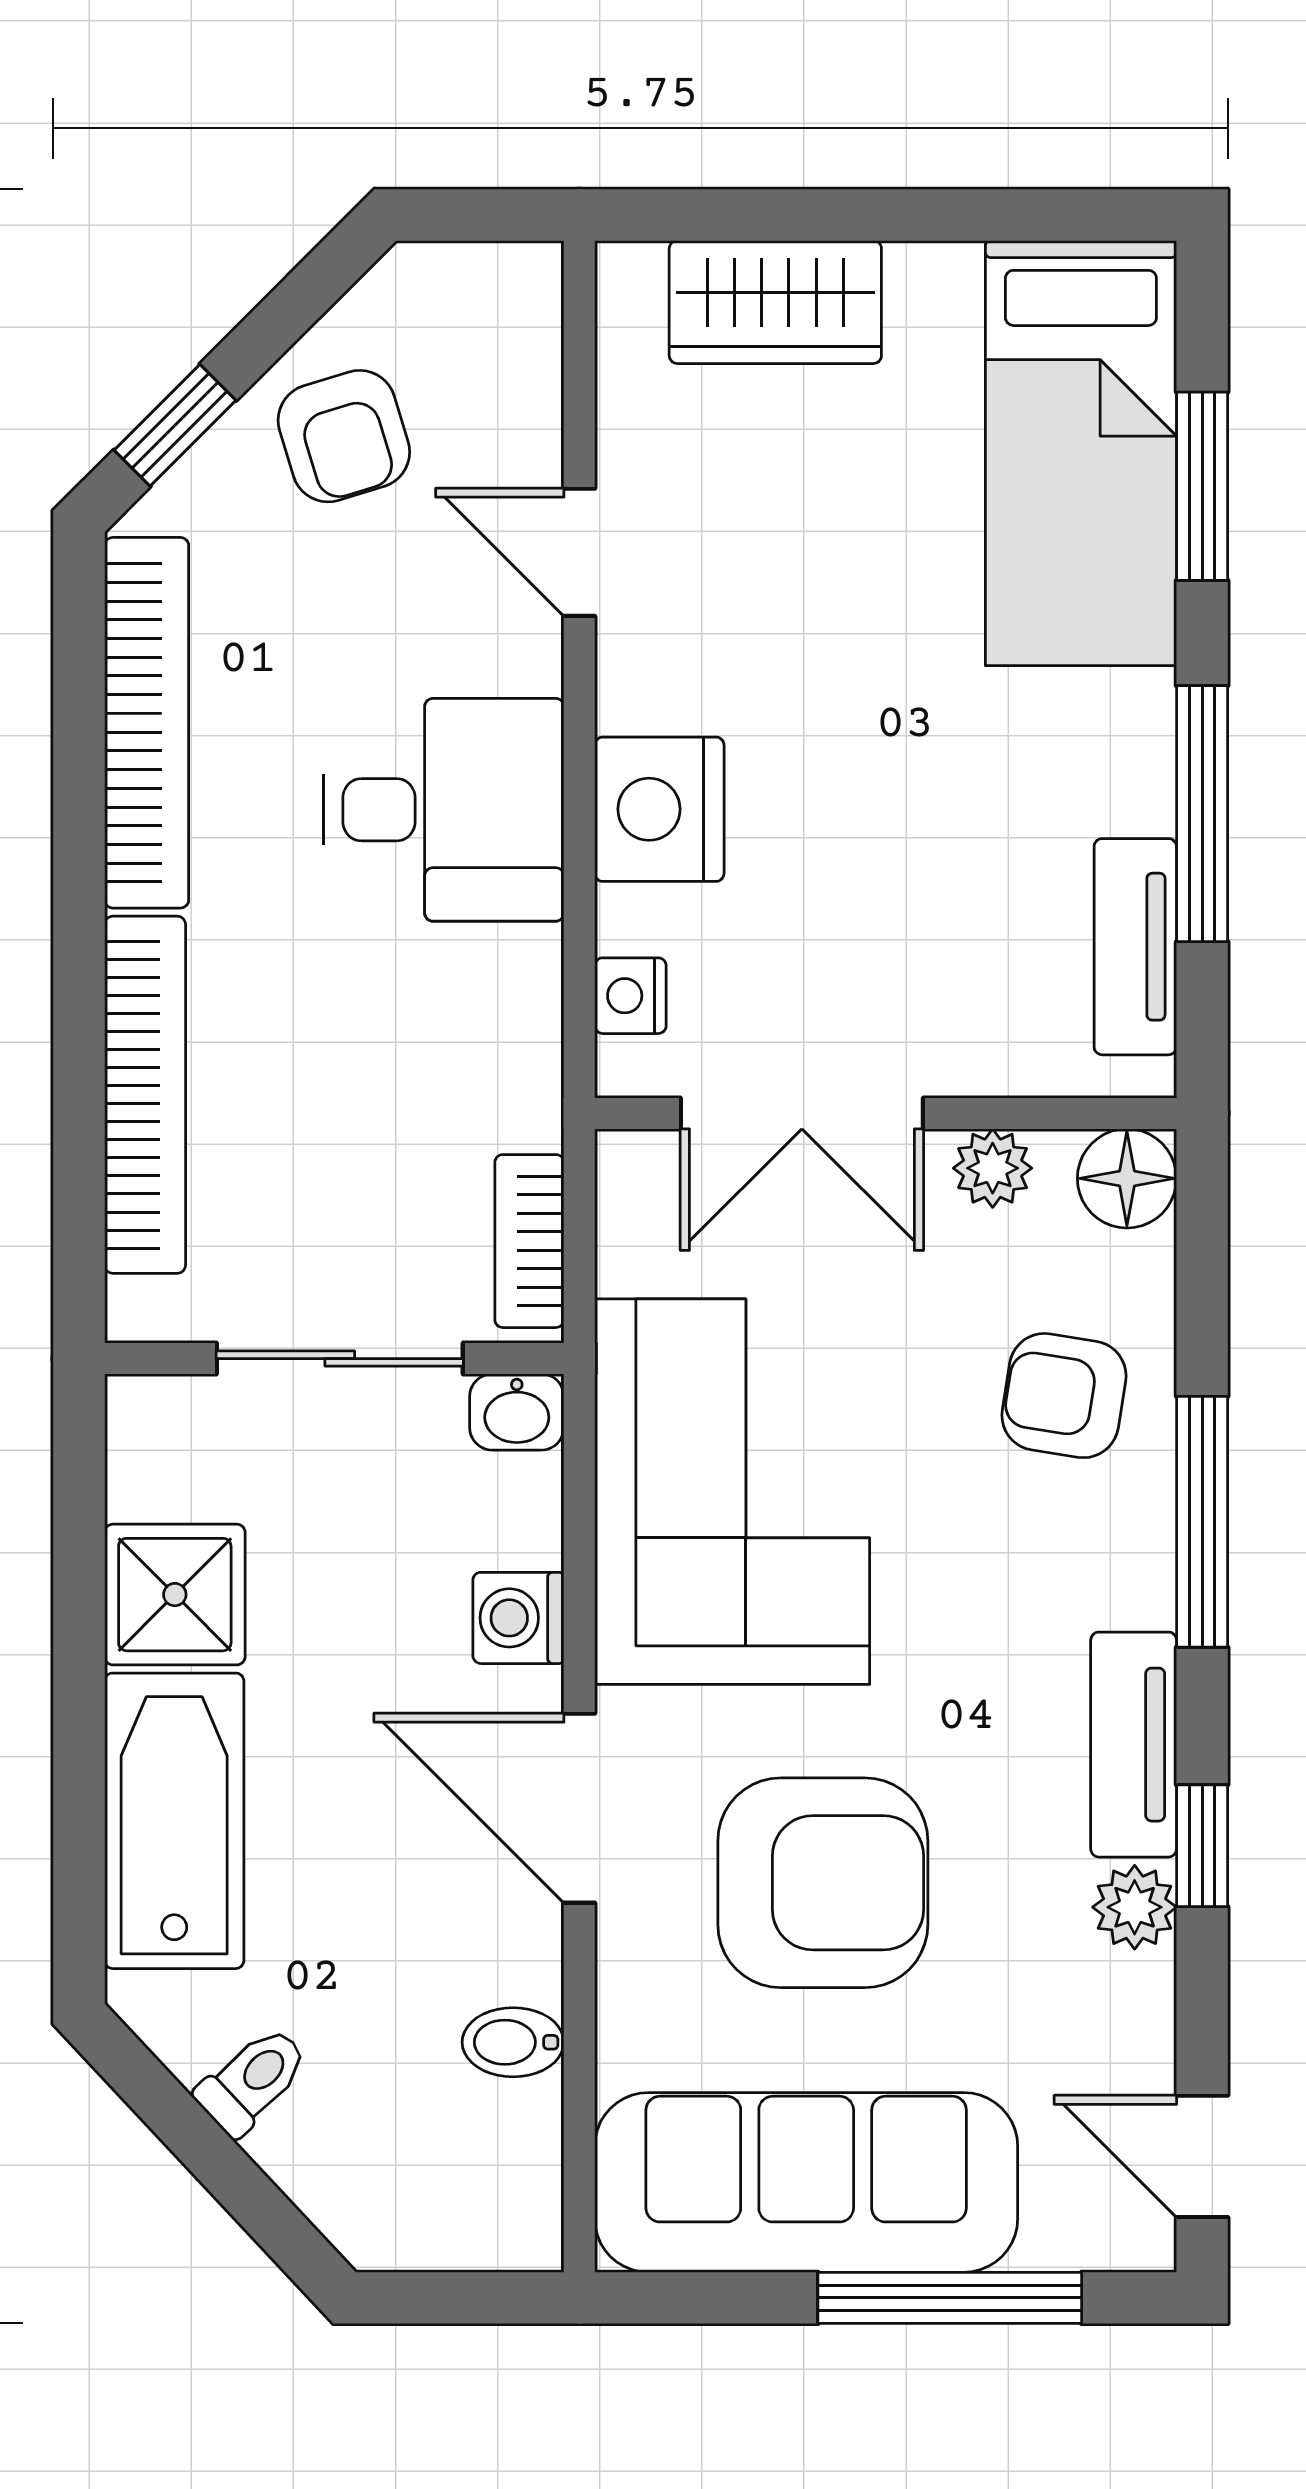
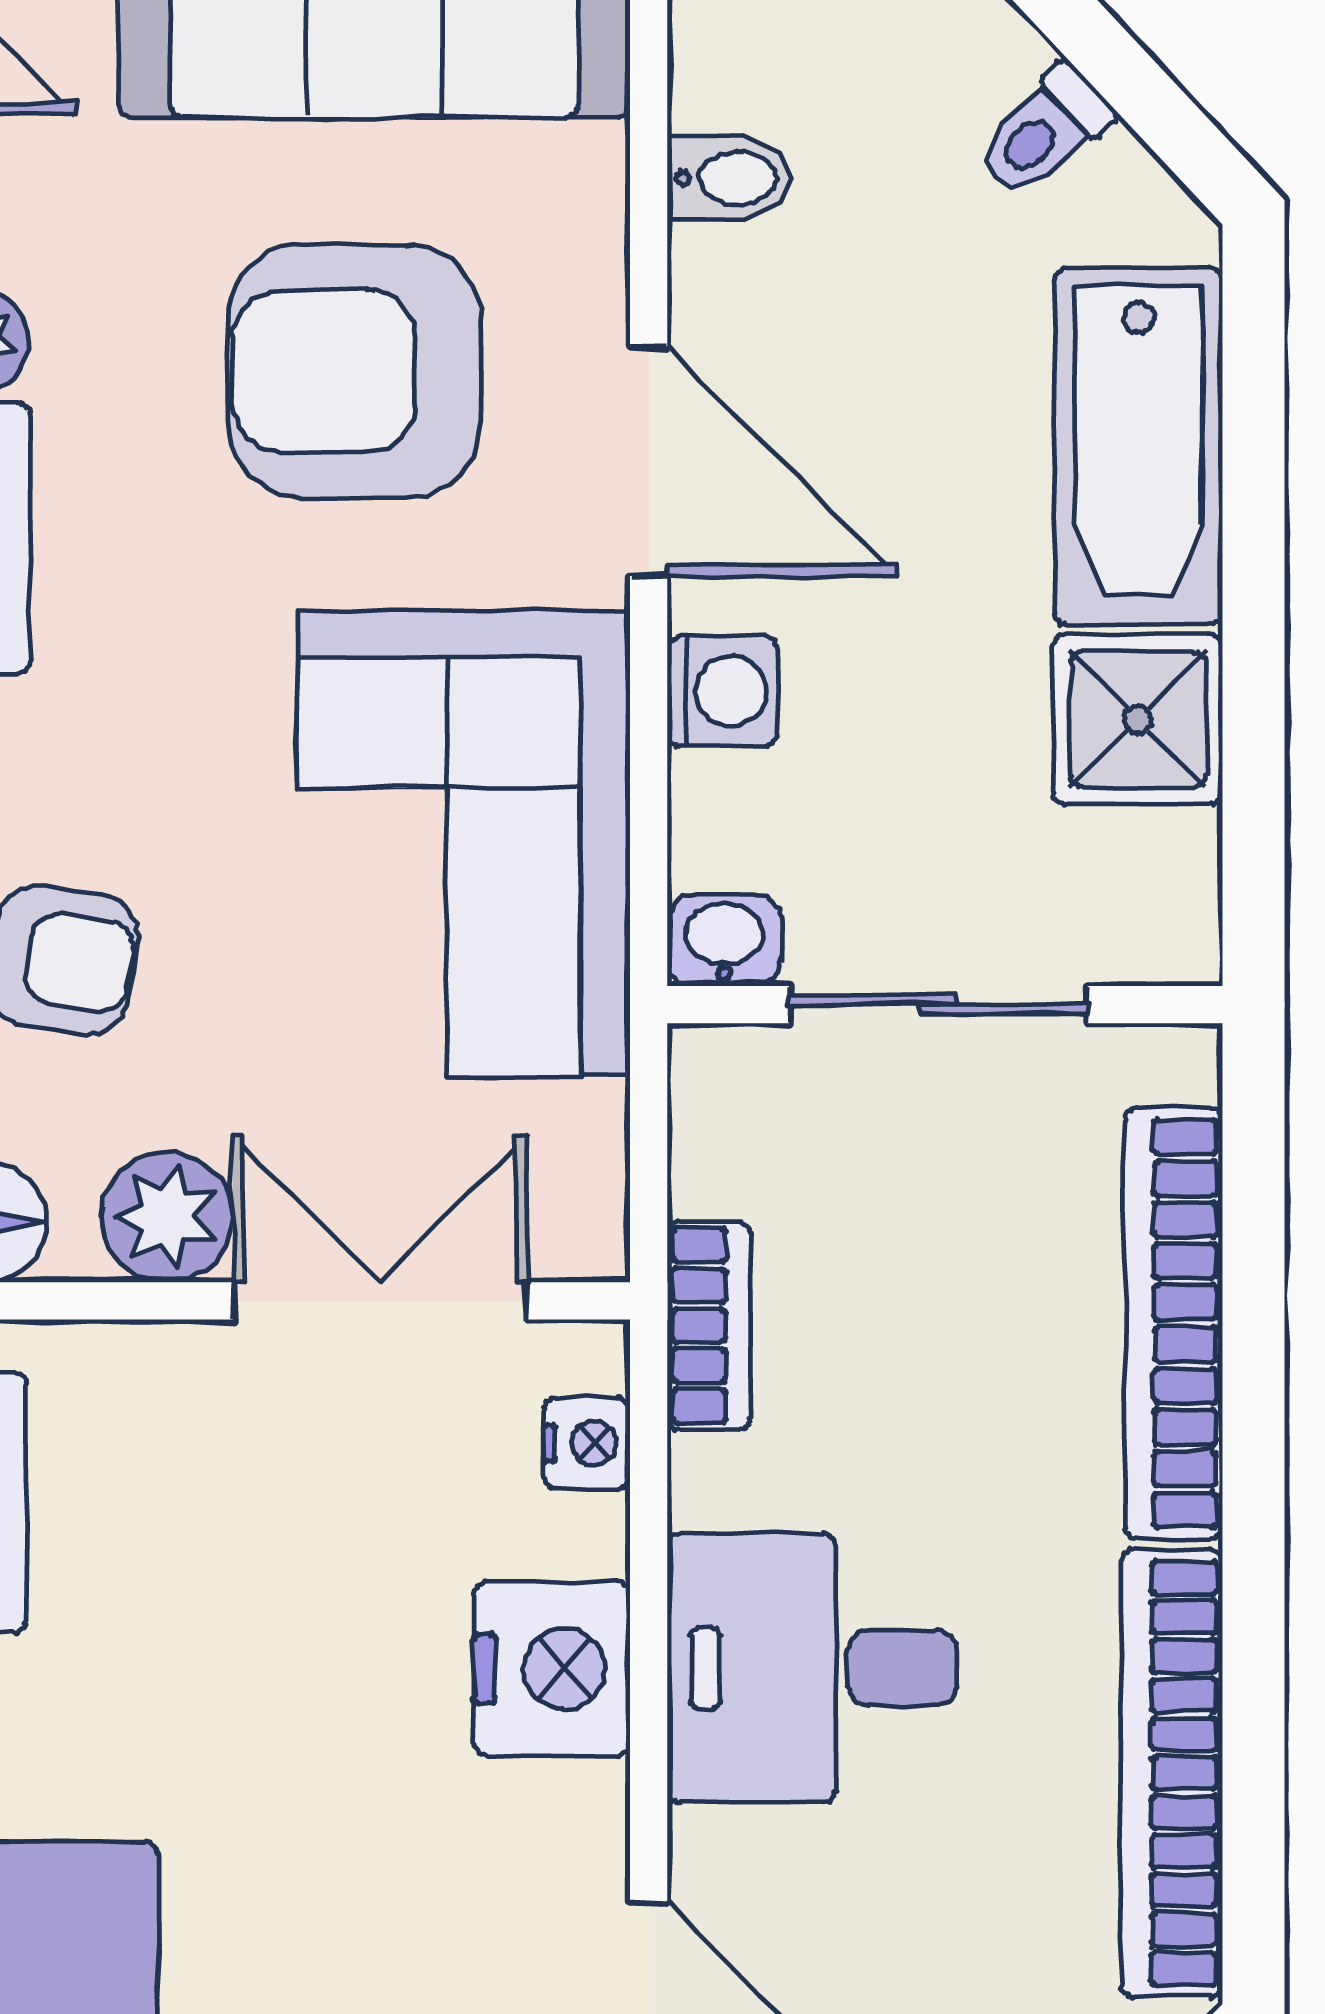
plant: (993, 1168) -> (167, 1217), width x1.38, depth x1.38
bookcase: (529, 1241) -> (709, 1326), moved

